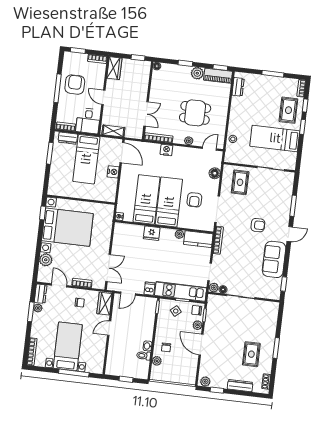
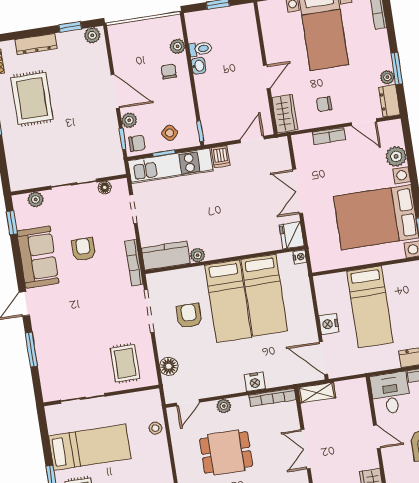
double door: (146, 114) -> (306, 449), moved
shelving: (113, 131) -> (317, 393), moved
bed: (86, 159) -> (370, 307), moved, turned 180
armchair: (258, 225) -> (83, 249), moved, turned 90
fridge: (152, 233) -> (292, 235), moved, turned -90
double door: (108, 268) -> (298, 191), moved
plant: (214, 288) -> (36, 200), moved
rug: (251, 354) -> (32, 98), width x1.36, depth x1.43

